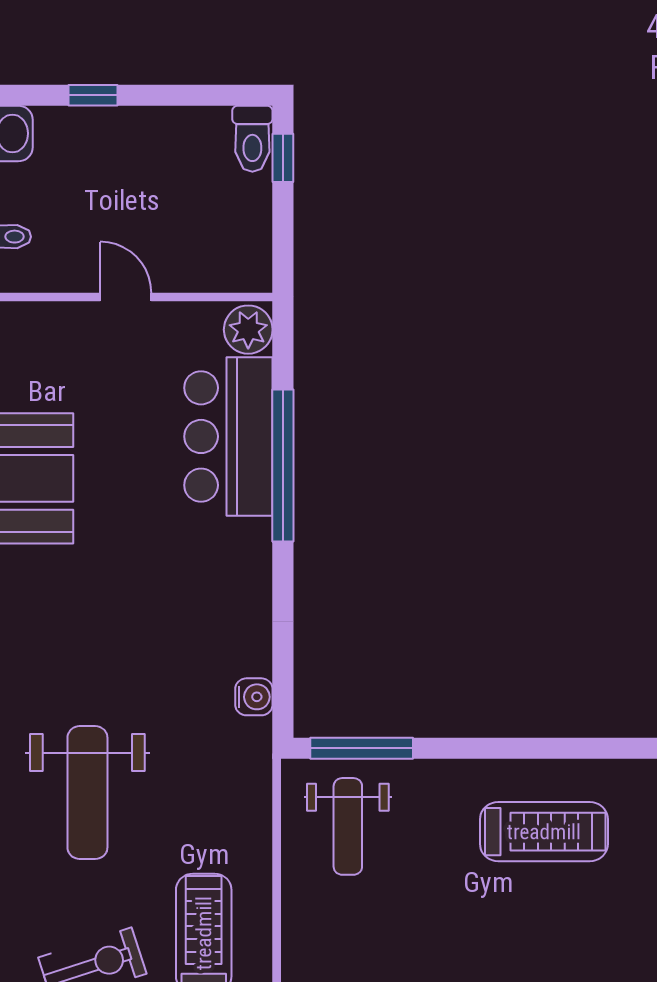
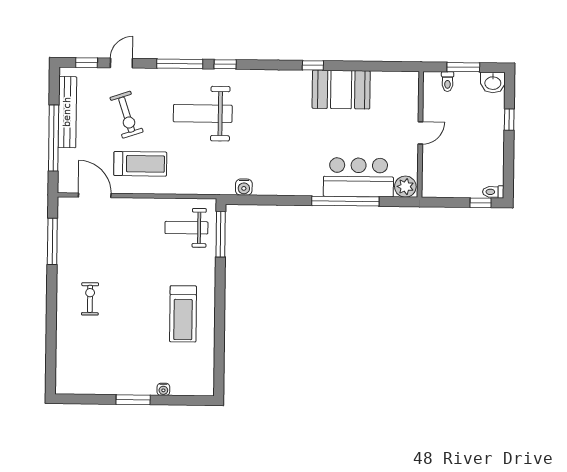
toilet: (252, 139) -> (493, 192), width x0.73, depth x0.72

